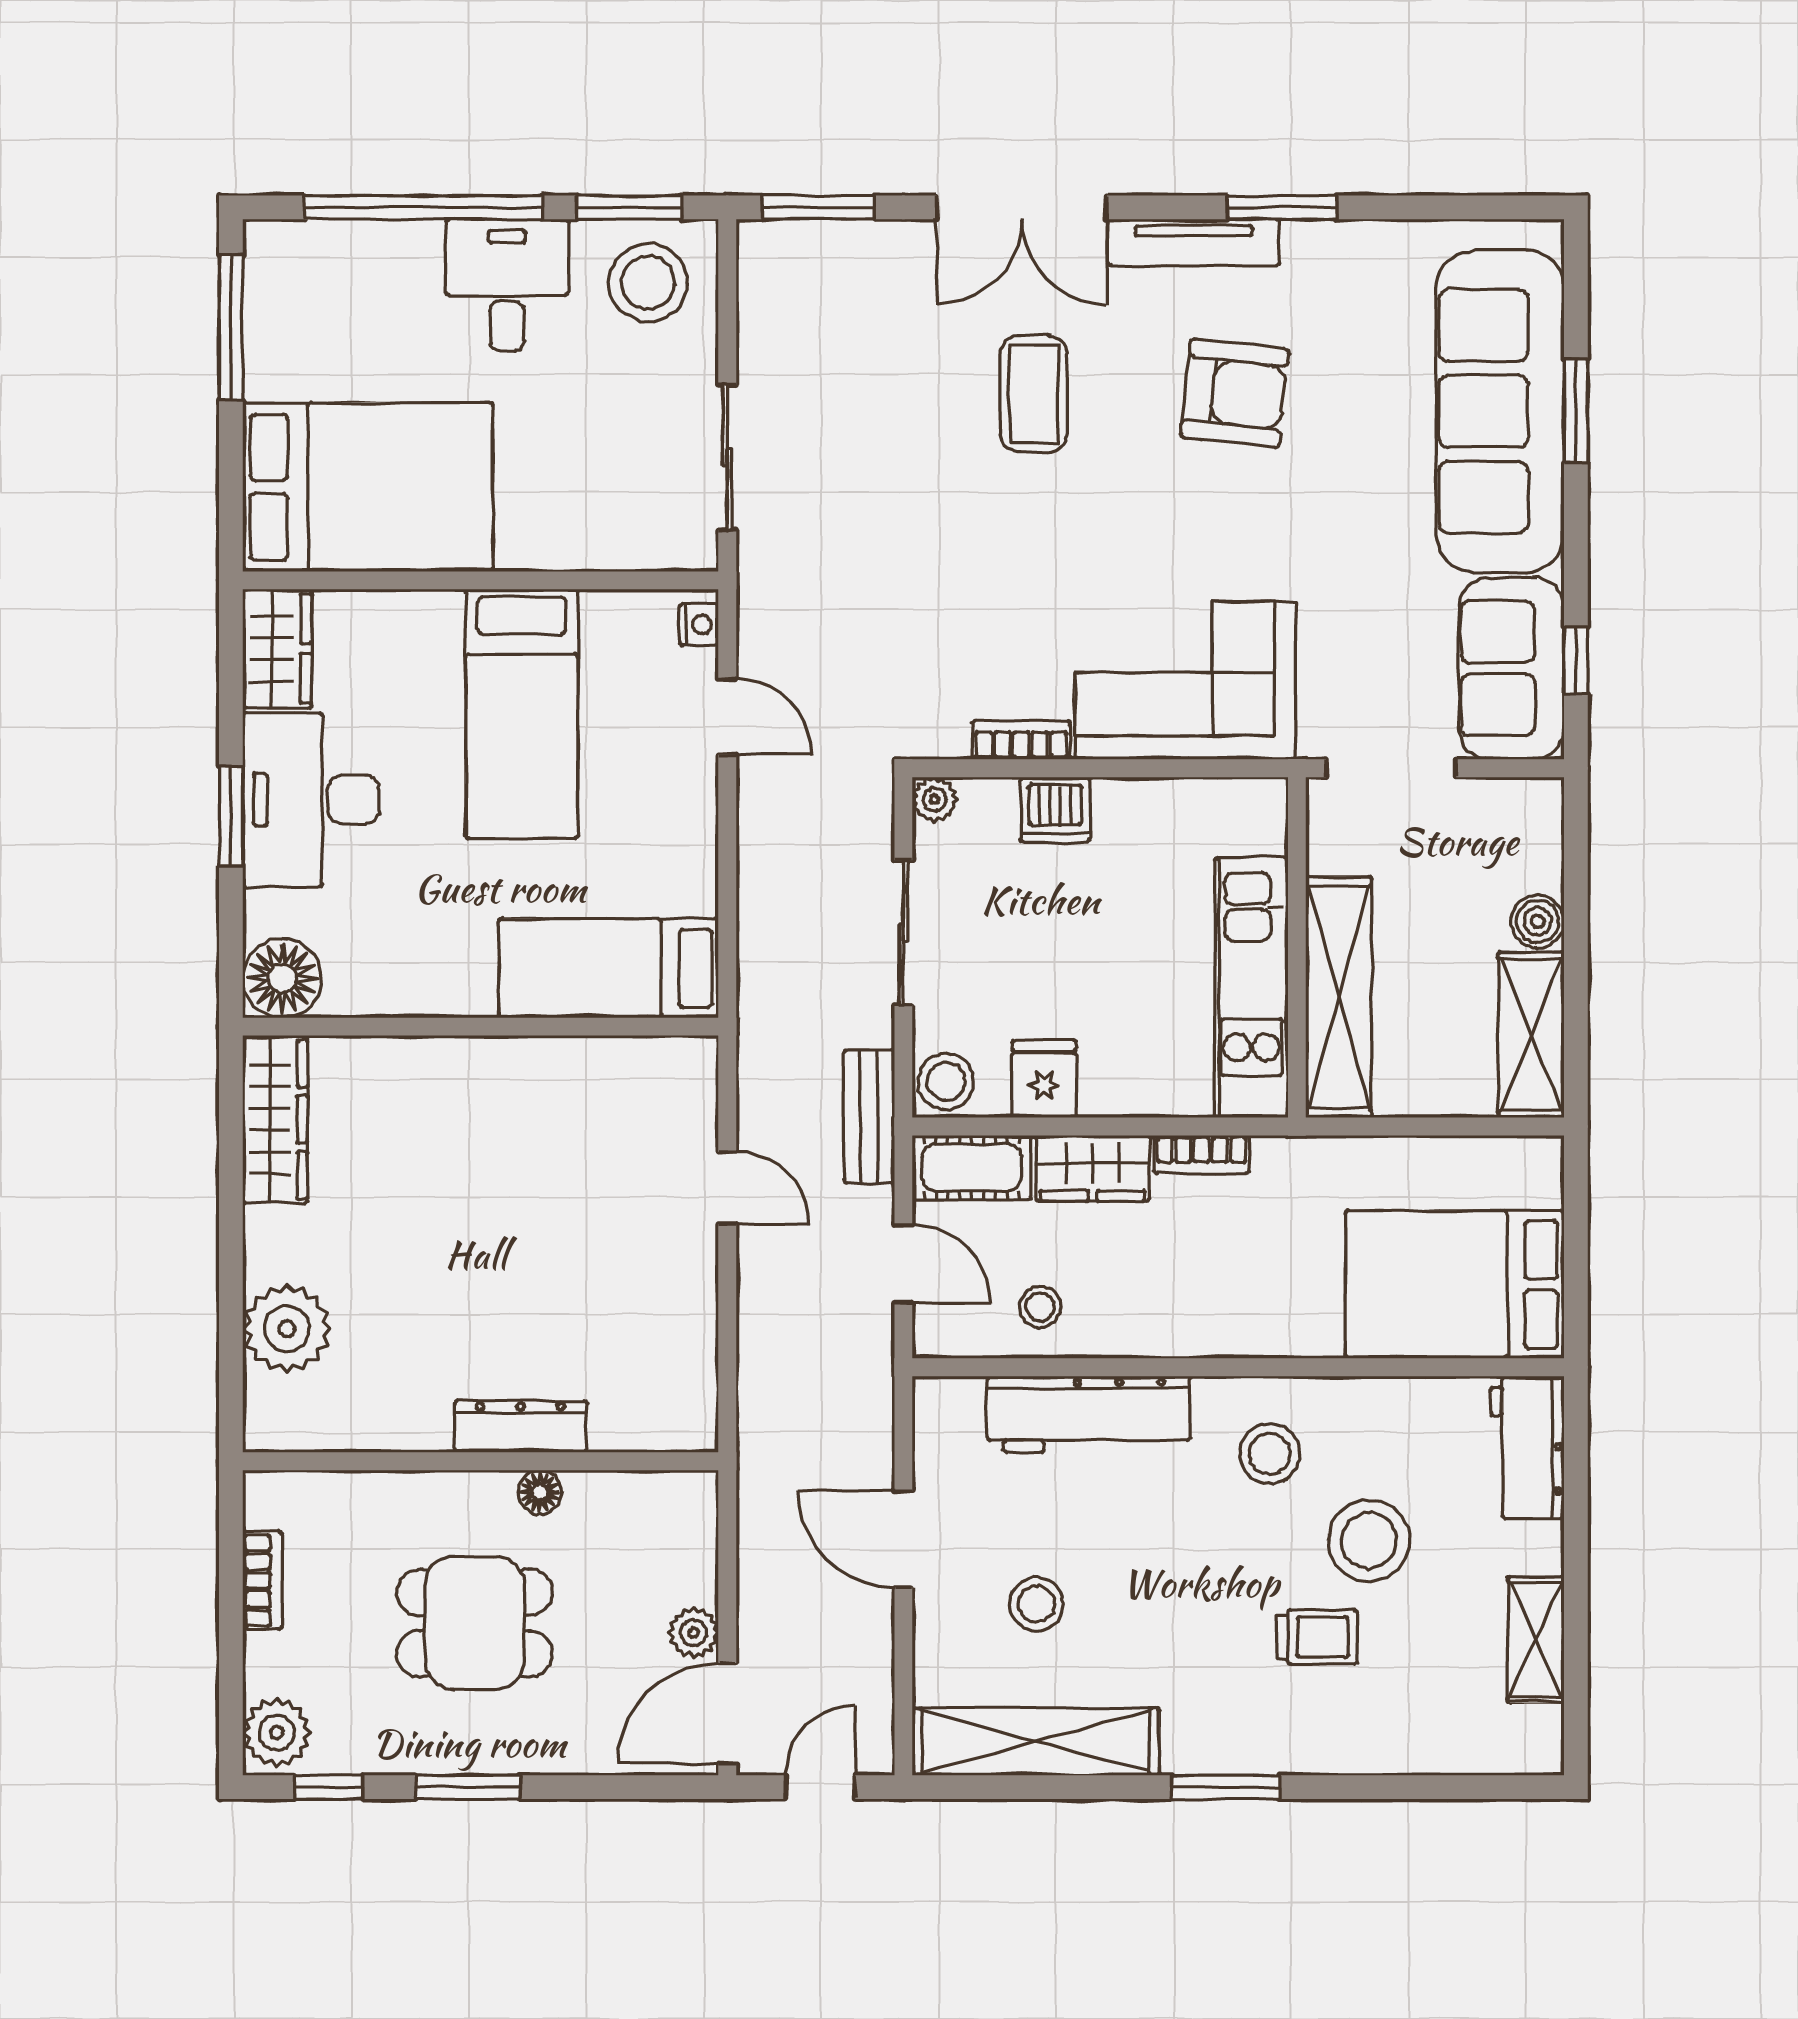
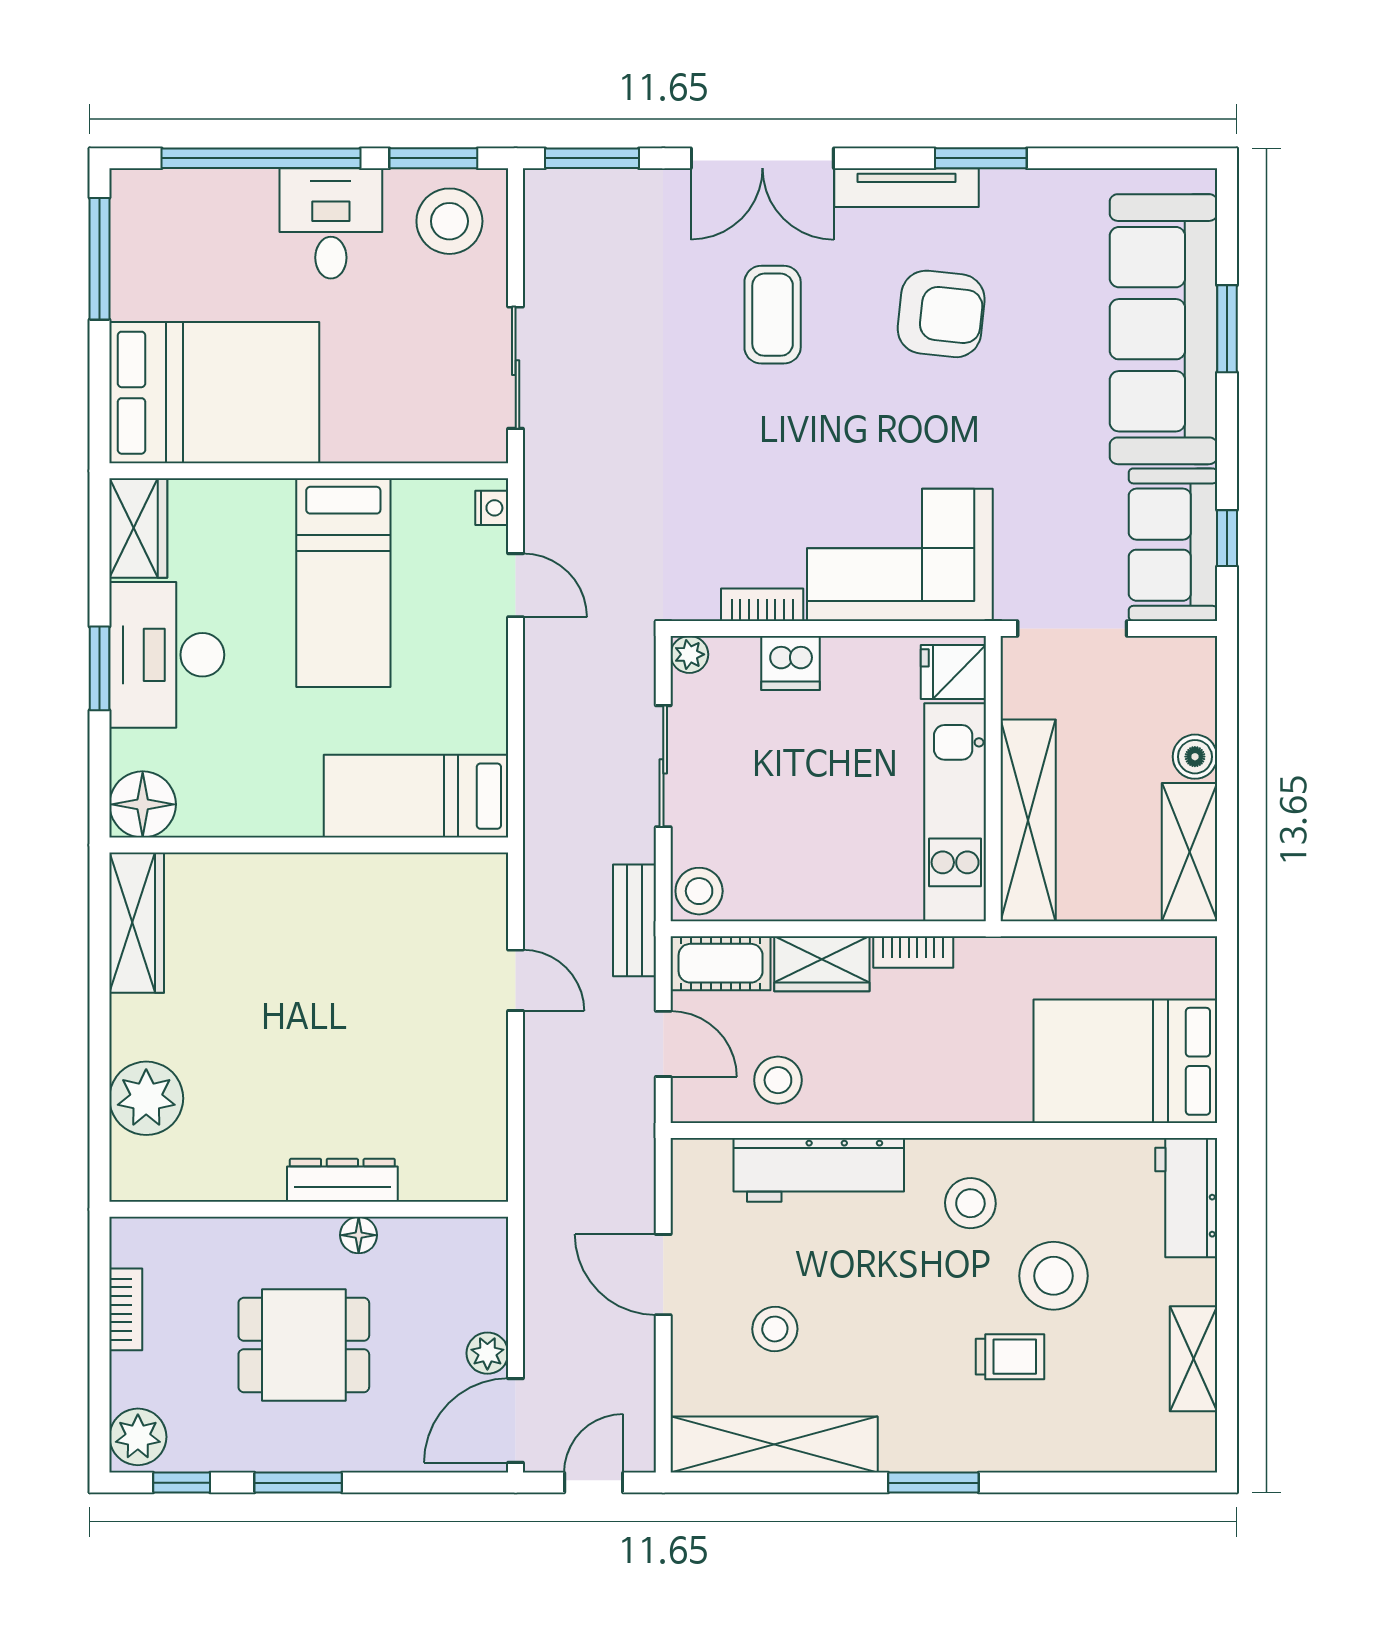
fridge: (1044, 1079) -> (953, 672), moved, turned -90
stool: (1040, 1307) -> (778, 1080), width x1.37, depth x1.37

